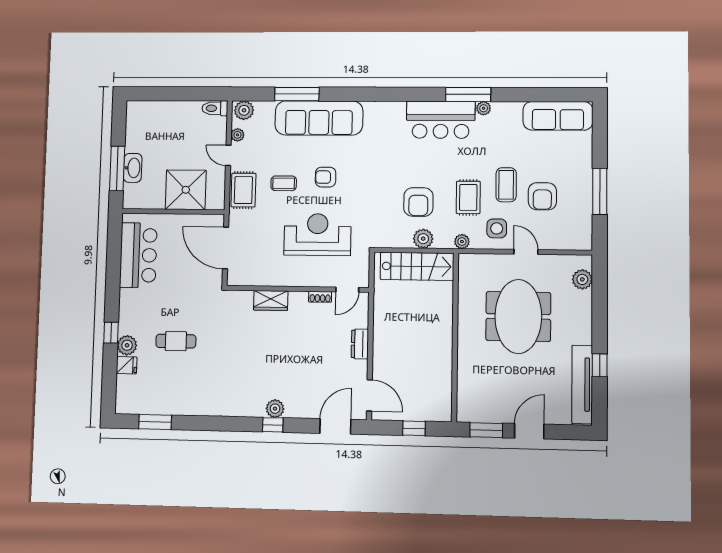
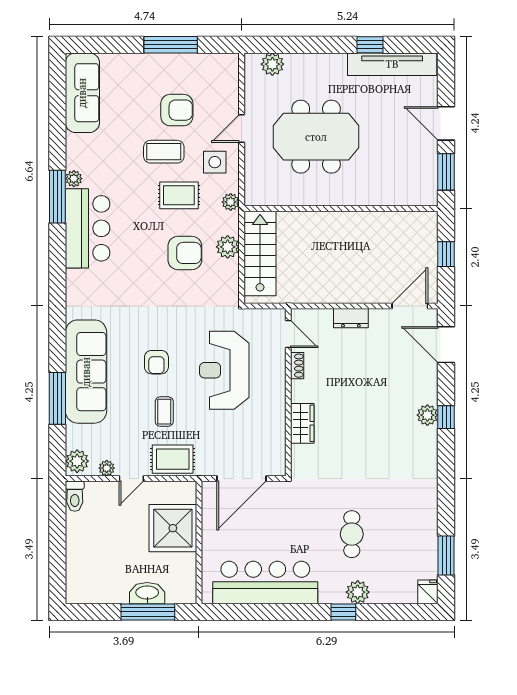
bar counter: (138, 255) -> (265, 582), width x1.36
fridge: (127, 365) -> (428, 592), moved

